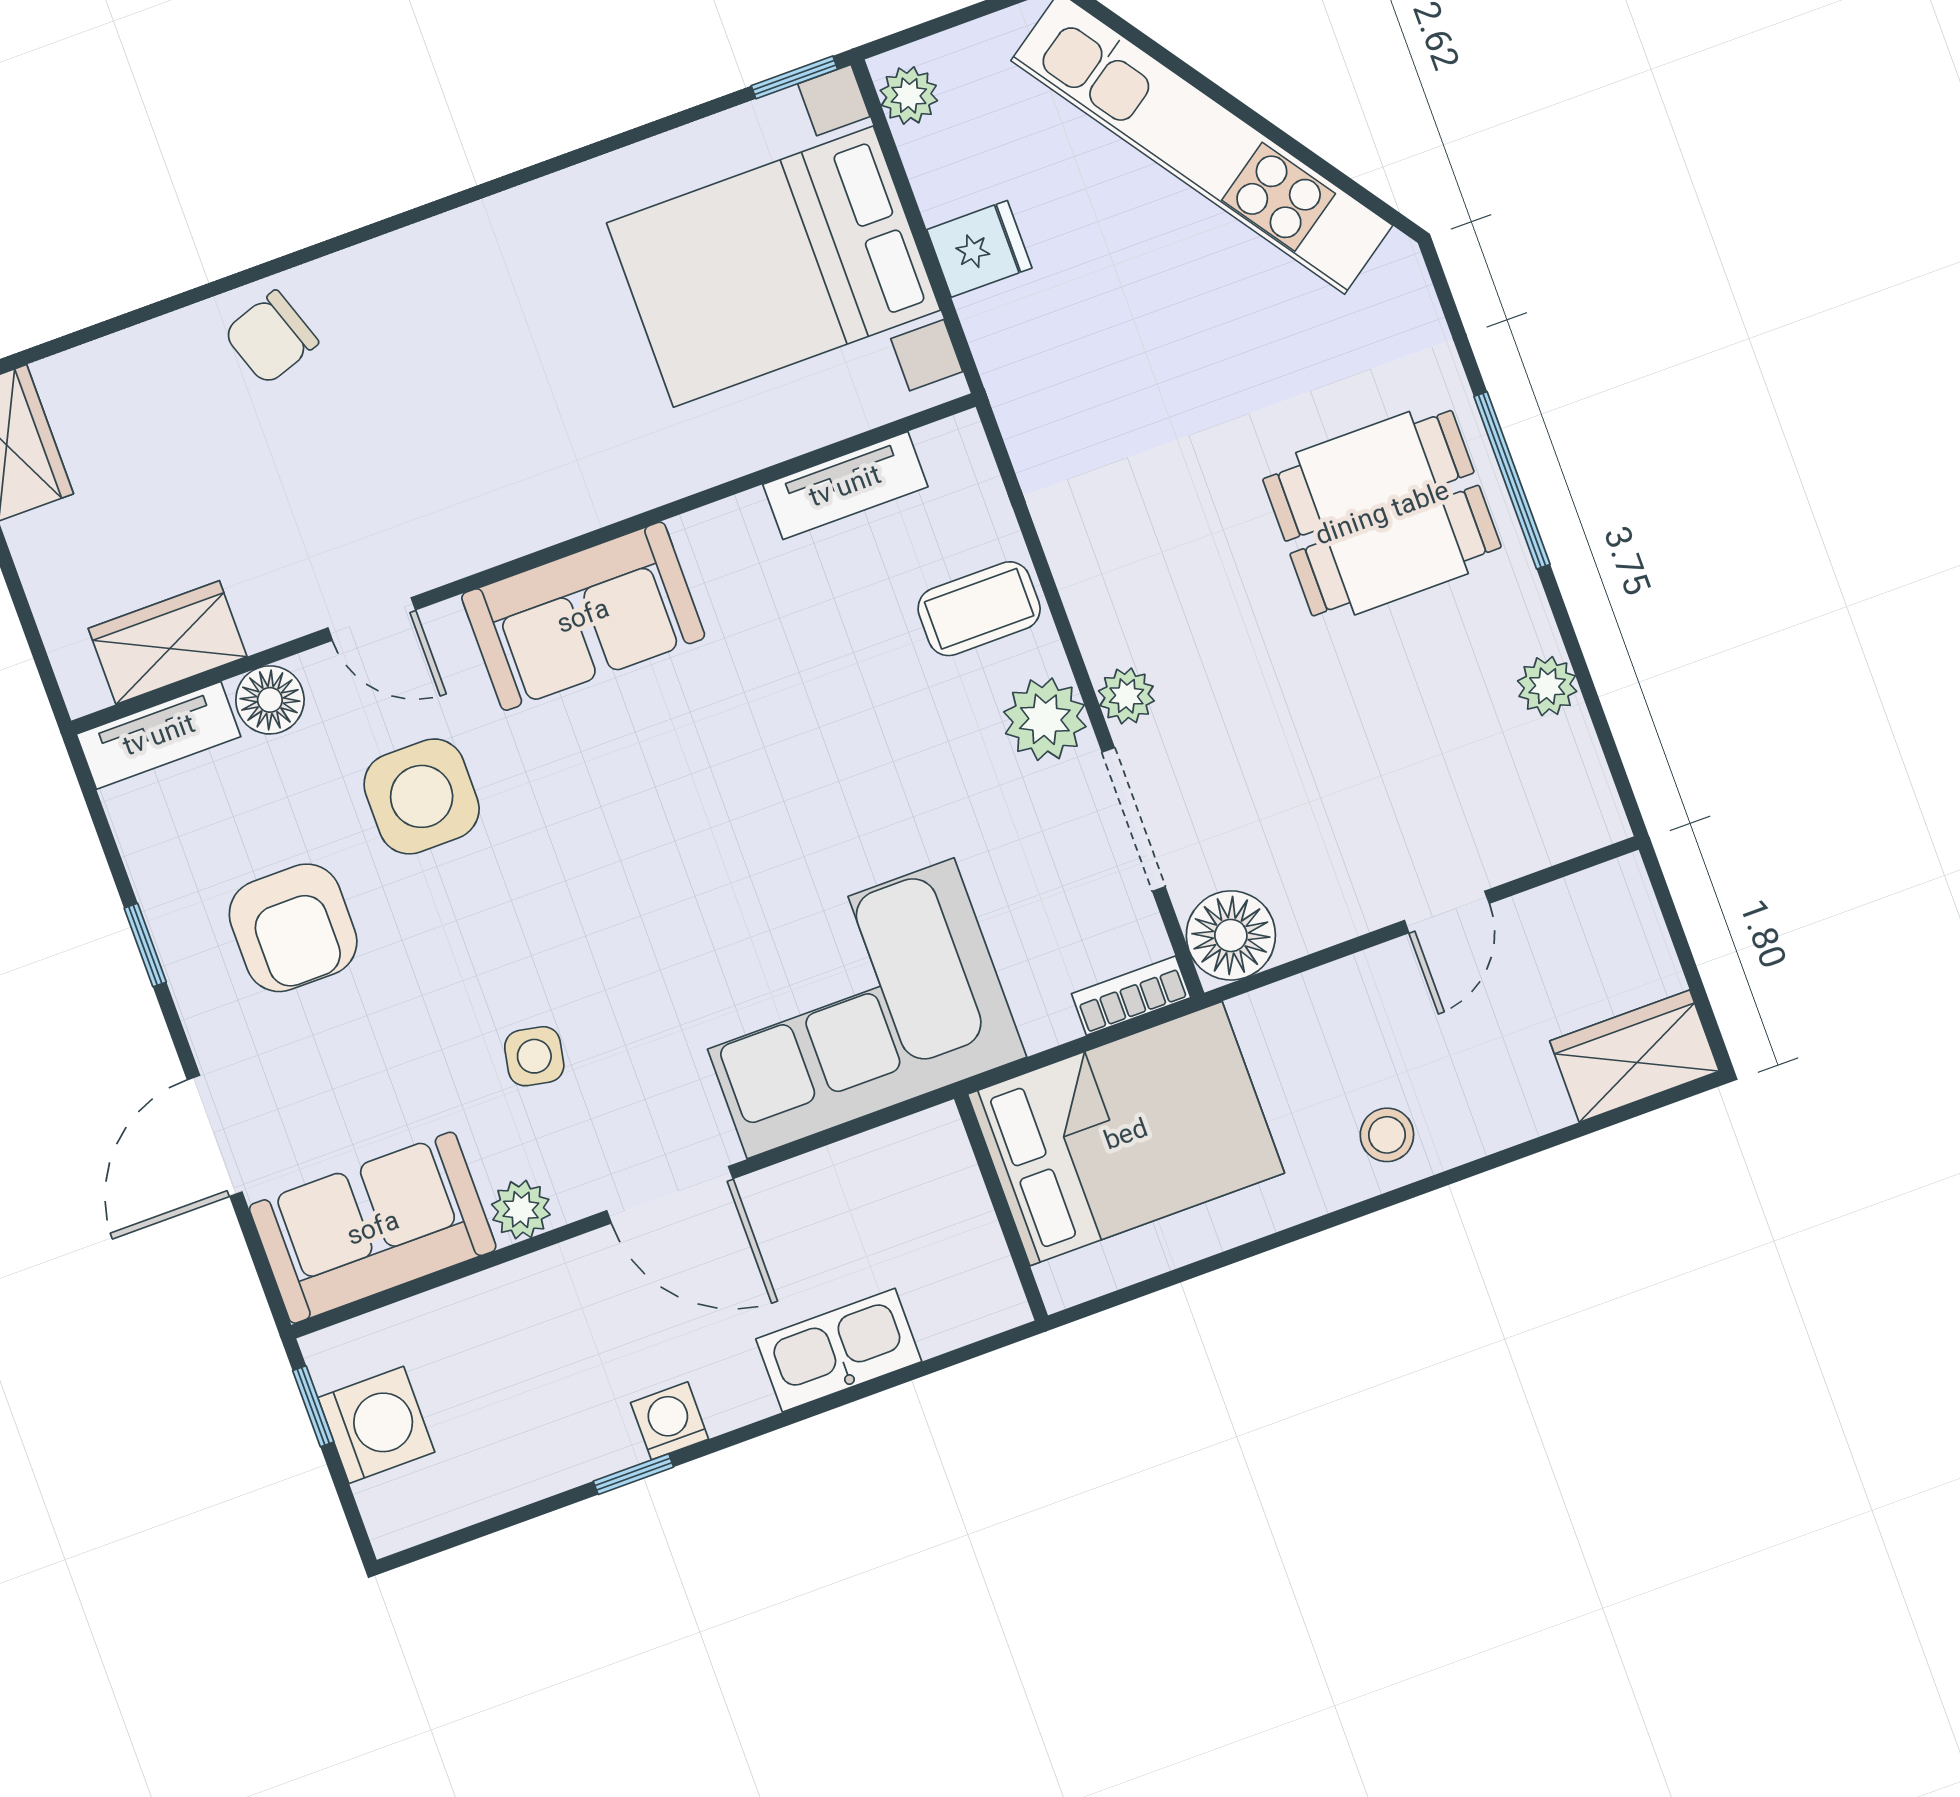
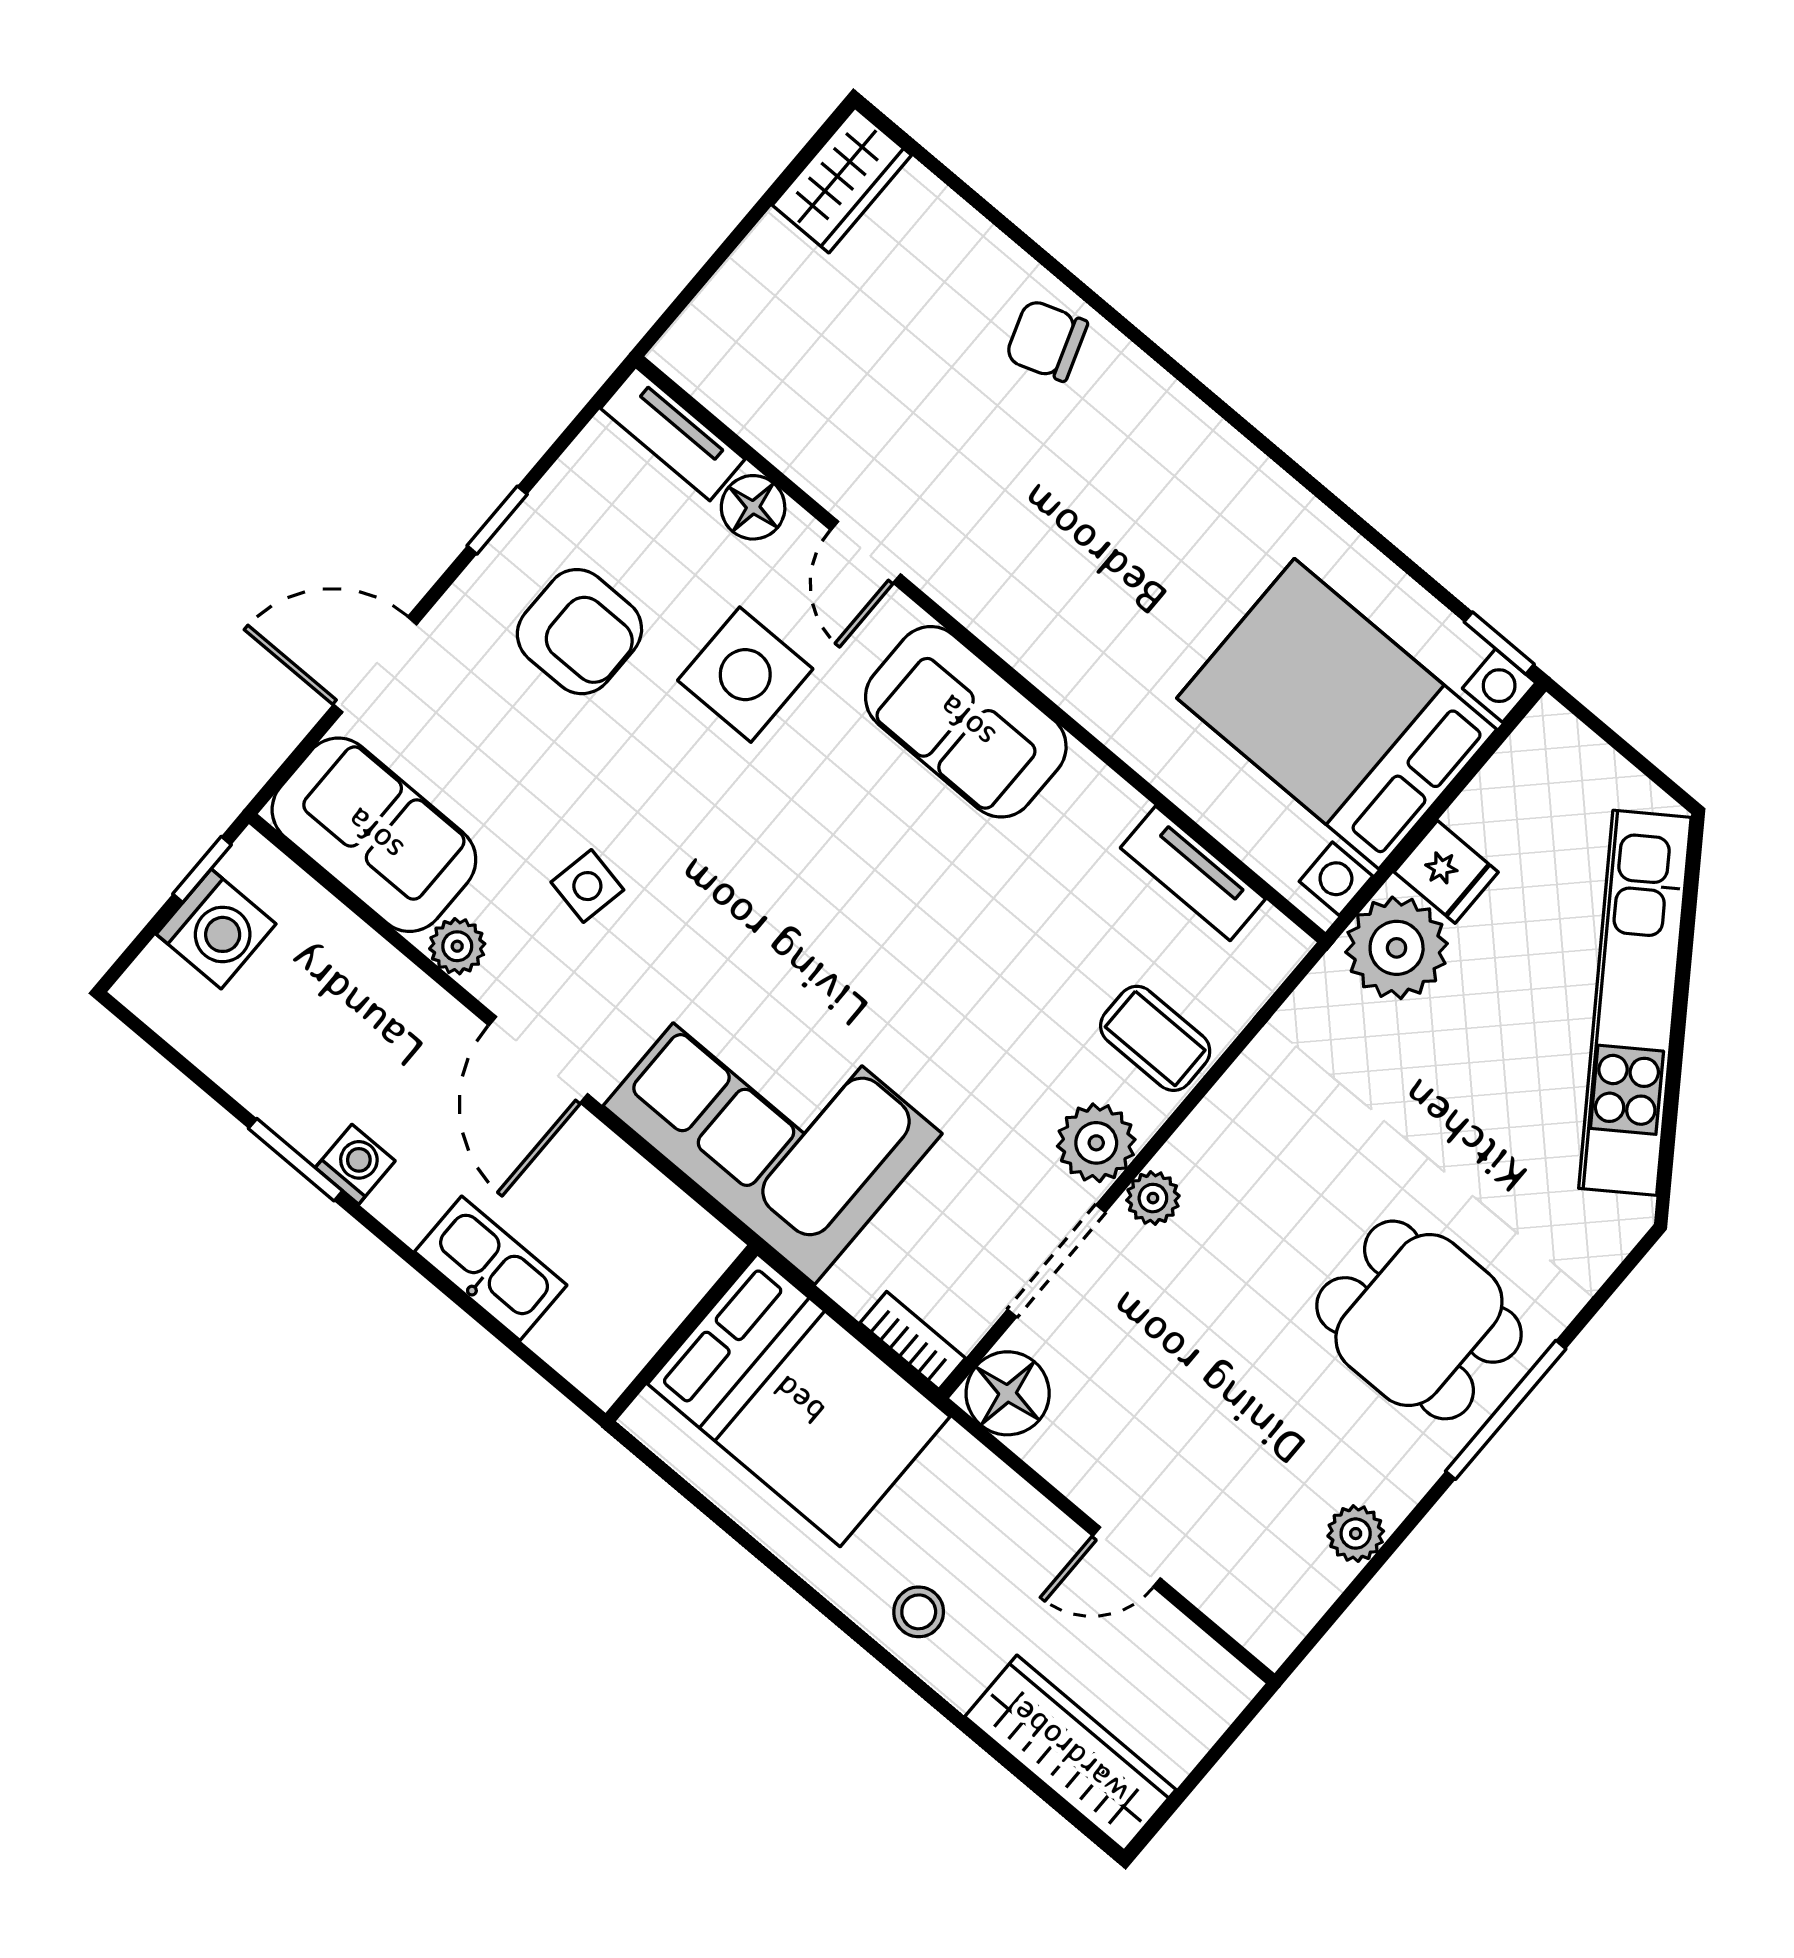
plant: (909, 95) -> (1397, 948), moved, width x1.88, depth x1.88
wardrobe: (168, 642) -> (752, 398), removed
armchair: (293, 928) -> (579, 632), turned -90
wardrobe: (1634, 1056) -> (1070, 1753), width x1.50
window: (633, 1474) -> (295, 1160), width x1.50

